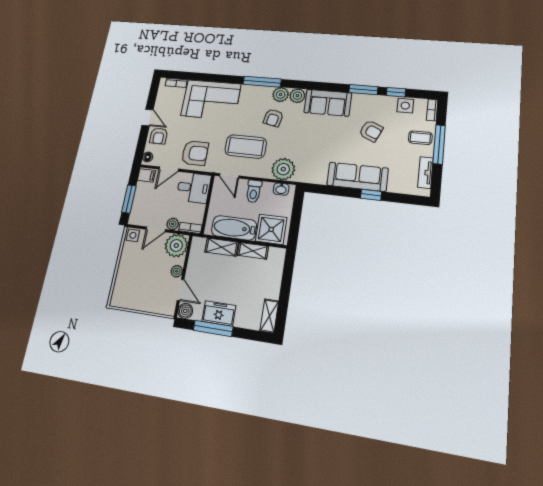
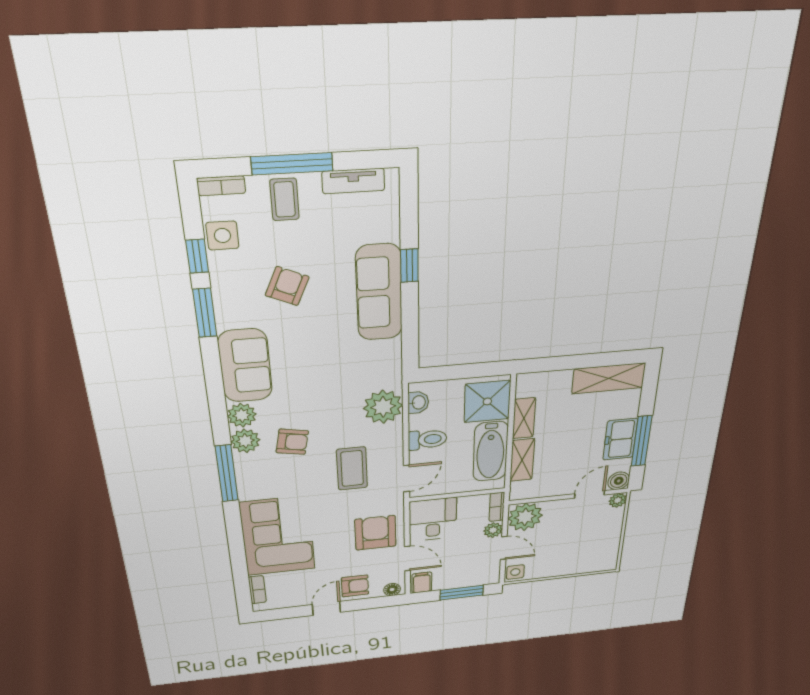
coffee table: (246, 146) -> (352, 469), width x0.73, depth x0.76
plant: (177, 271) -> (618, 500), moved
shelving: (269, 316) -> (609, 378), width x1.50, depth x1.33

